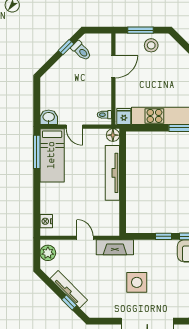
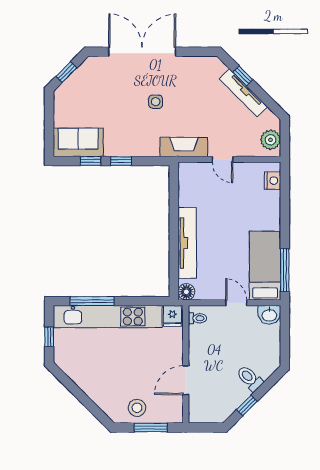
toilet: (81, 51) -> (250, 378), moved
side table: (137, 282) -> (156, 102), width x0.54, depth x0.54

